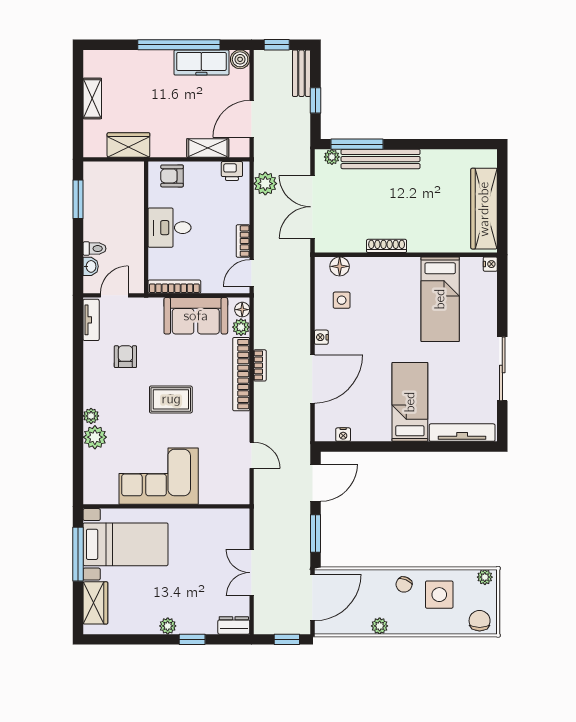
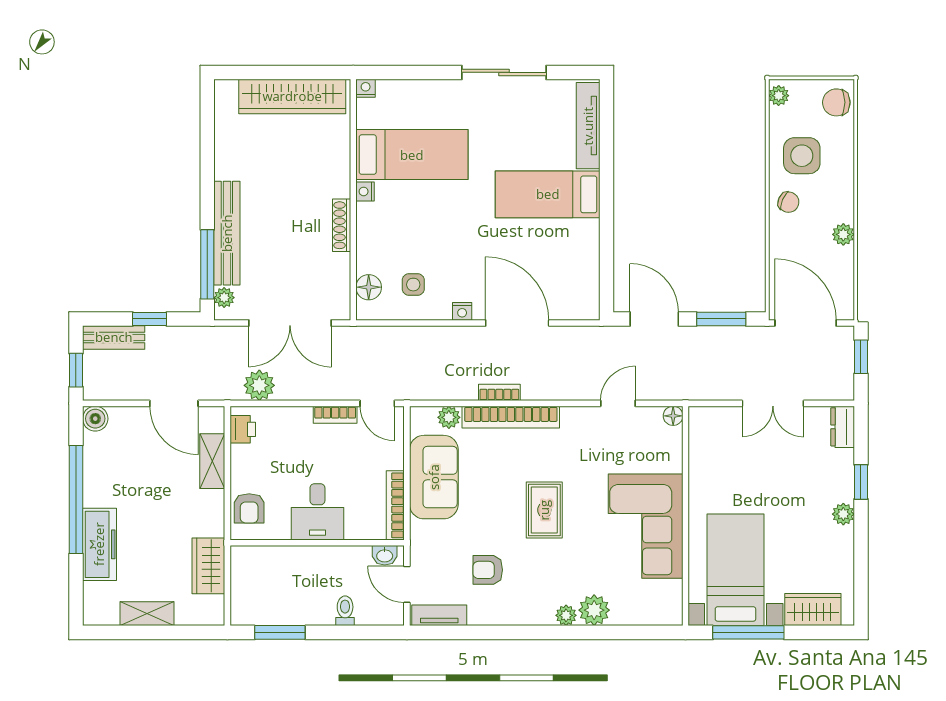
freezer: (201, 63) -> (99, 544), moved
washbasin: (91, 266) -> (385, 555), moved, turned 180
floor lamp: (242, 310) -> (673, 416), moved
nightstand: (343, 435) -> (365, 191), moved, turned 180

